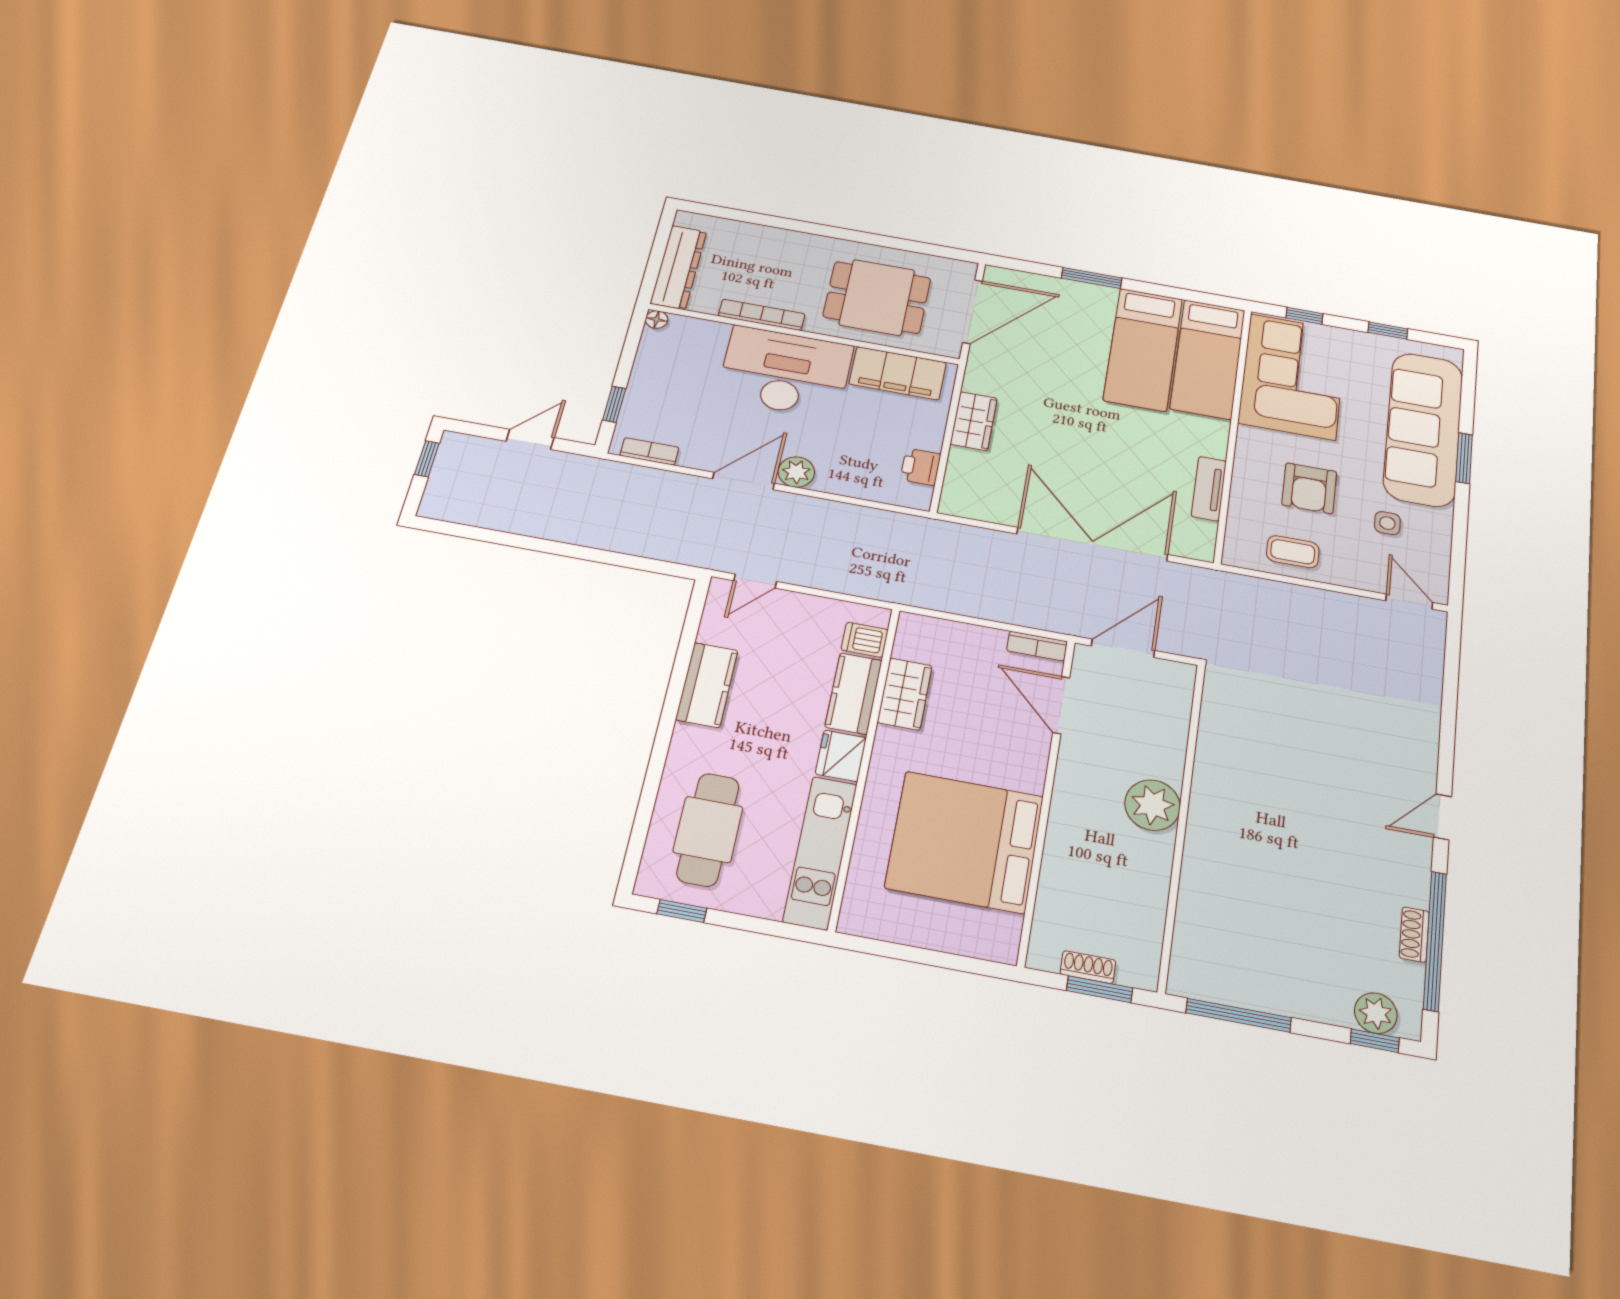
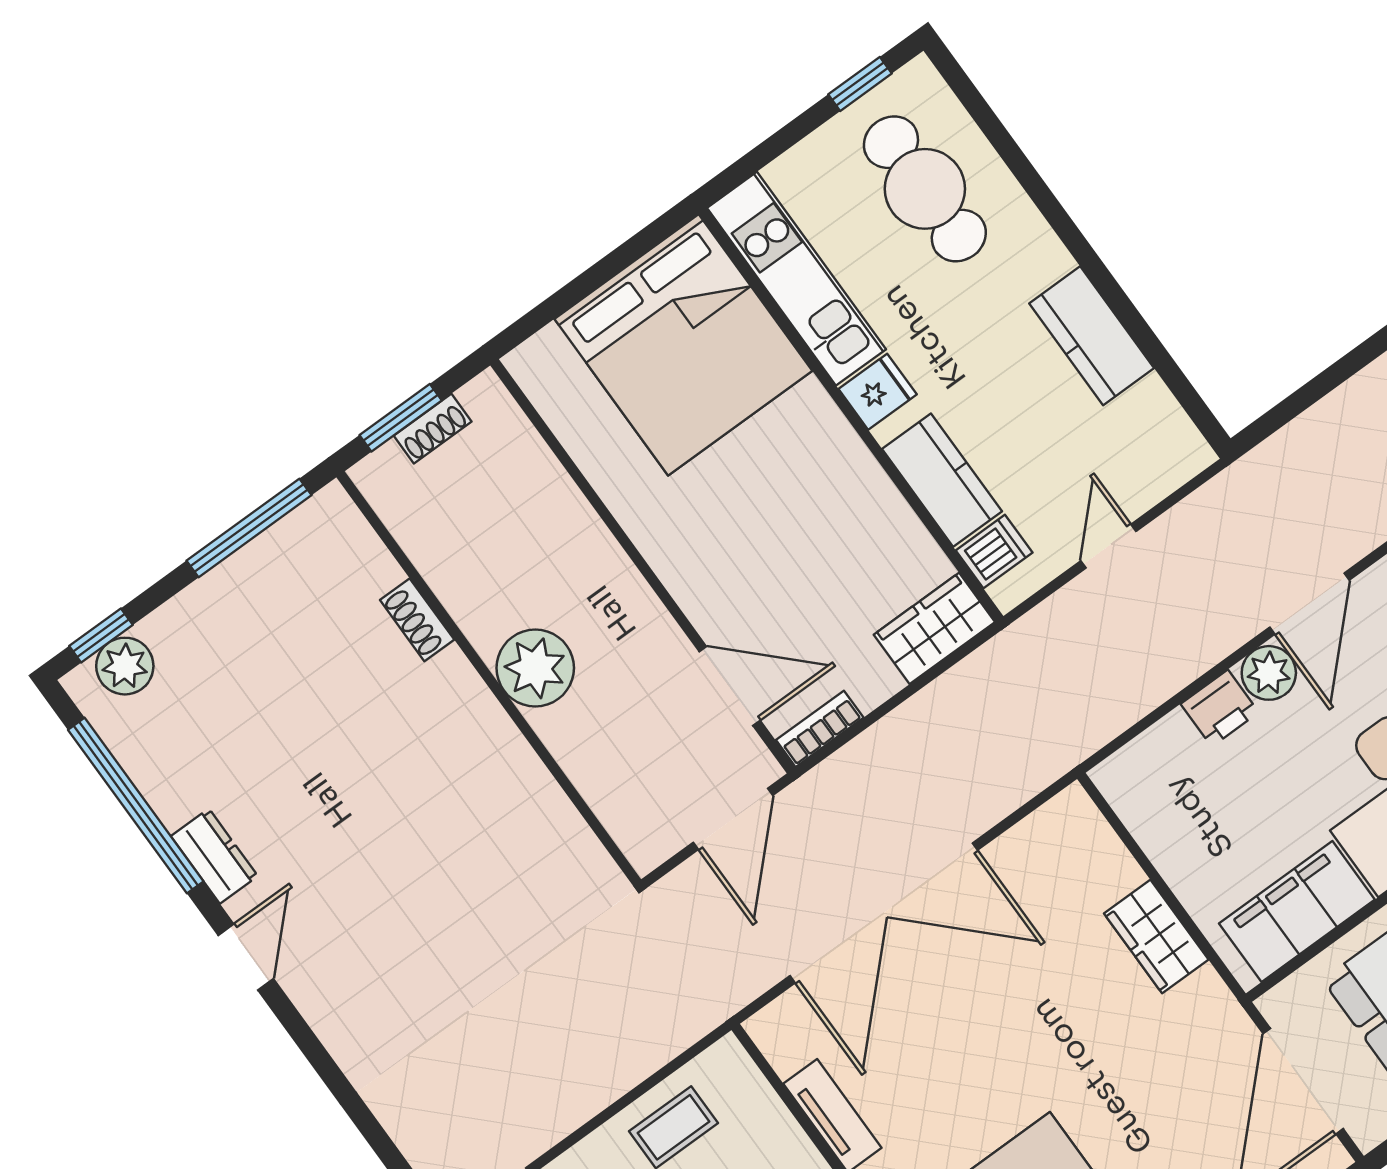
printer: (920, 467) -> (1220, 708), moved, turned 90
door: (755, 581) -> (1108, 546), moved
wardrobe: (905, 694) -> (934, 628), moved, turned 90
fridge: (841, 756) -> (878, 392), width x0.72
bed: (965, 842) -> (683, 345), moved, turned 90
dresser: (1414, 878) -> (214, 856), added
shoe rack: (1414, 935) -> (417, 620), moved, turned 180

